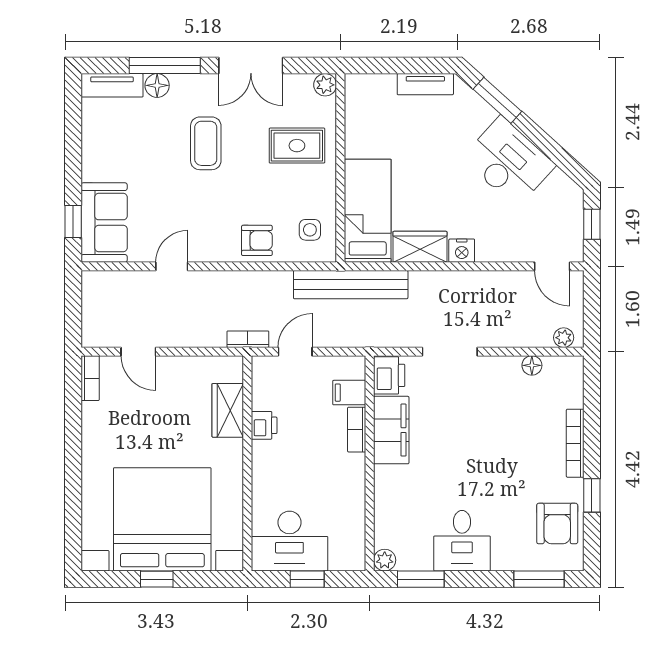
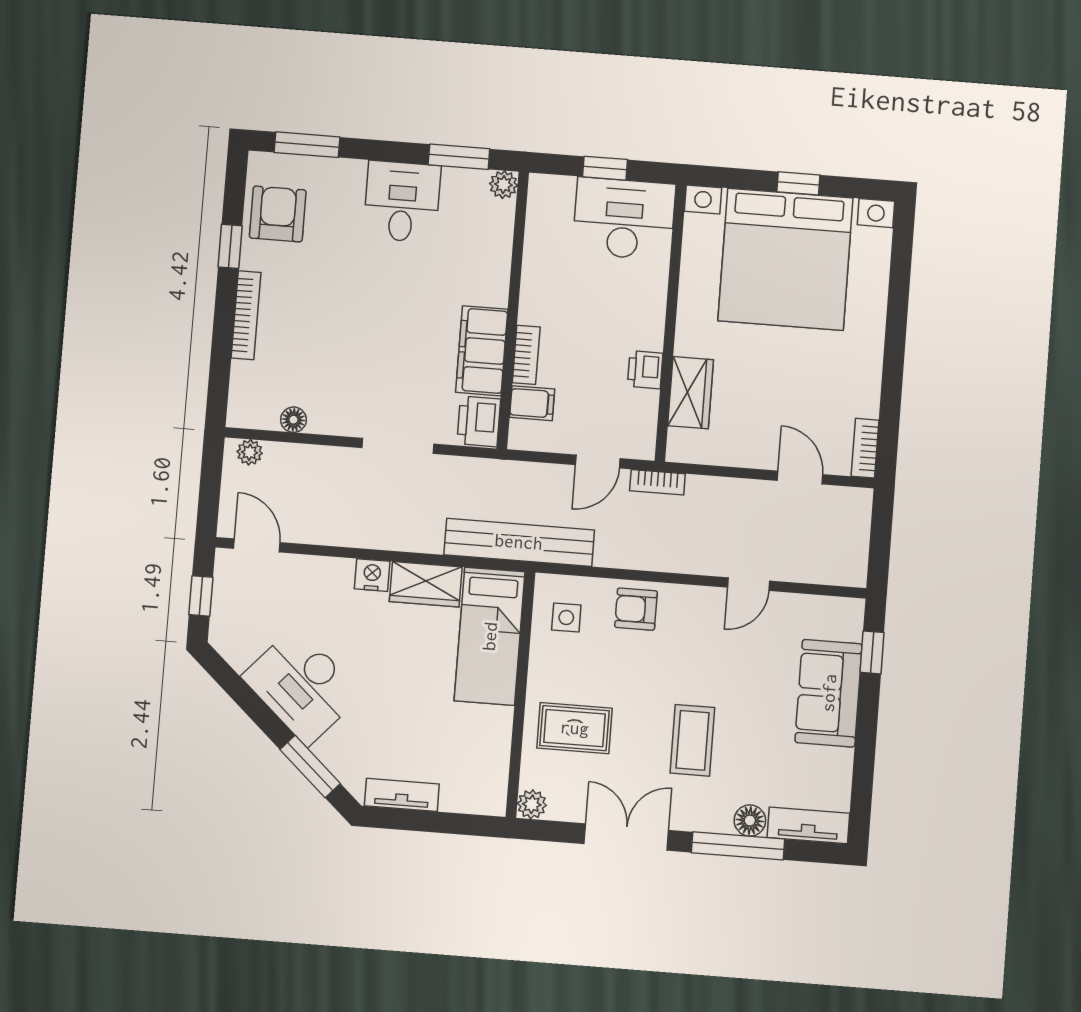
sofa: (104, 223) -> (829, 693), moved

